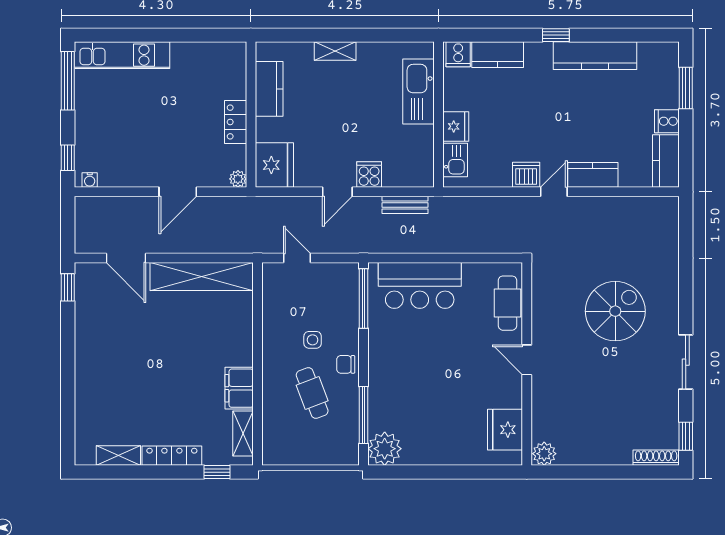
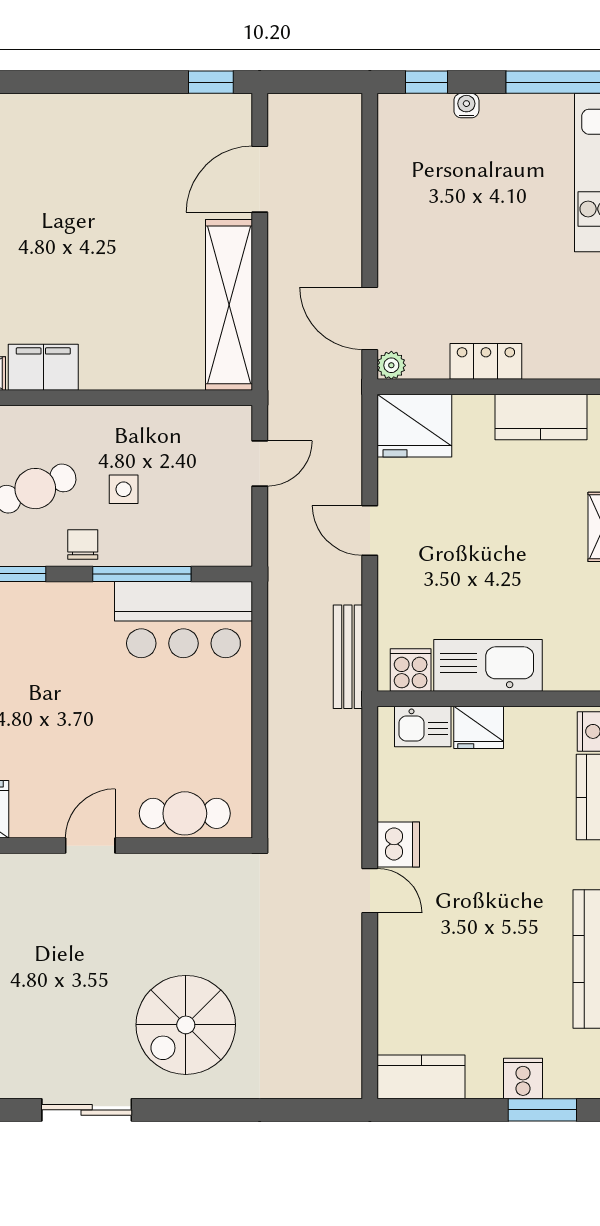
kitchen sink: (418, 92) -> (488, 665), moved
cooker: (667, 121) -> (523, 1078), moved
cooker: (369, 175) -> (411, 670), moved, turned -90
kitchen counter: (593, 175) -> (398, 955), removed
water cooler: (90, 180) -> (466, 106), moved, turned 90
door: (178, 192) -> (370, 318), moved
bench: (405, 205) -> (348, 657), width x1.36
bar counter: (420, 285) -> (183, 620), moved, turned -90
window: (363, 299) -> (142, 574), moved
spiral stairs: (615, 311) -> (186, 1025), moved, turned 90

